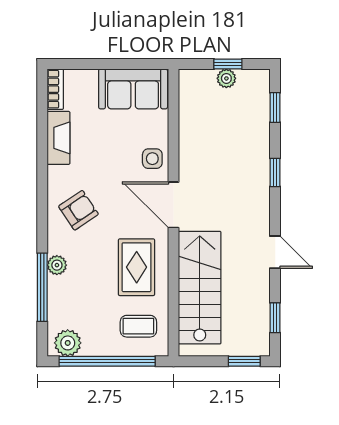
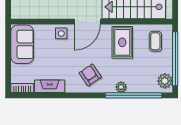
rug: (137, 267) -> (122, 42), turned 90
window: (42, 287) -> (134, 95), width x1.46

